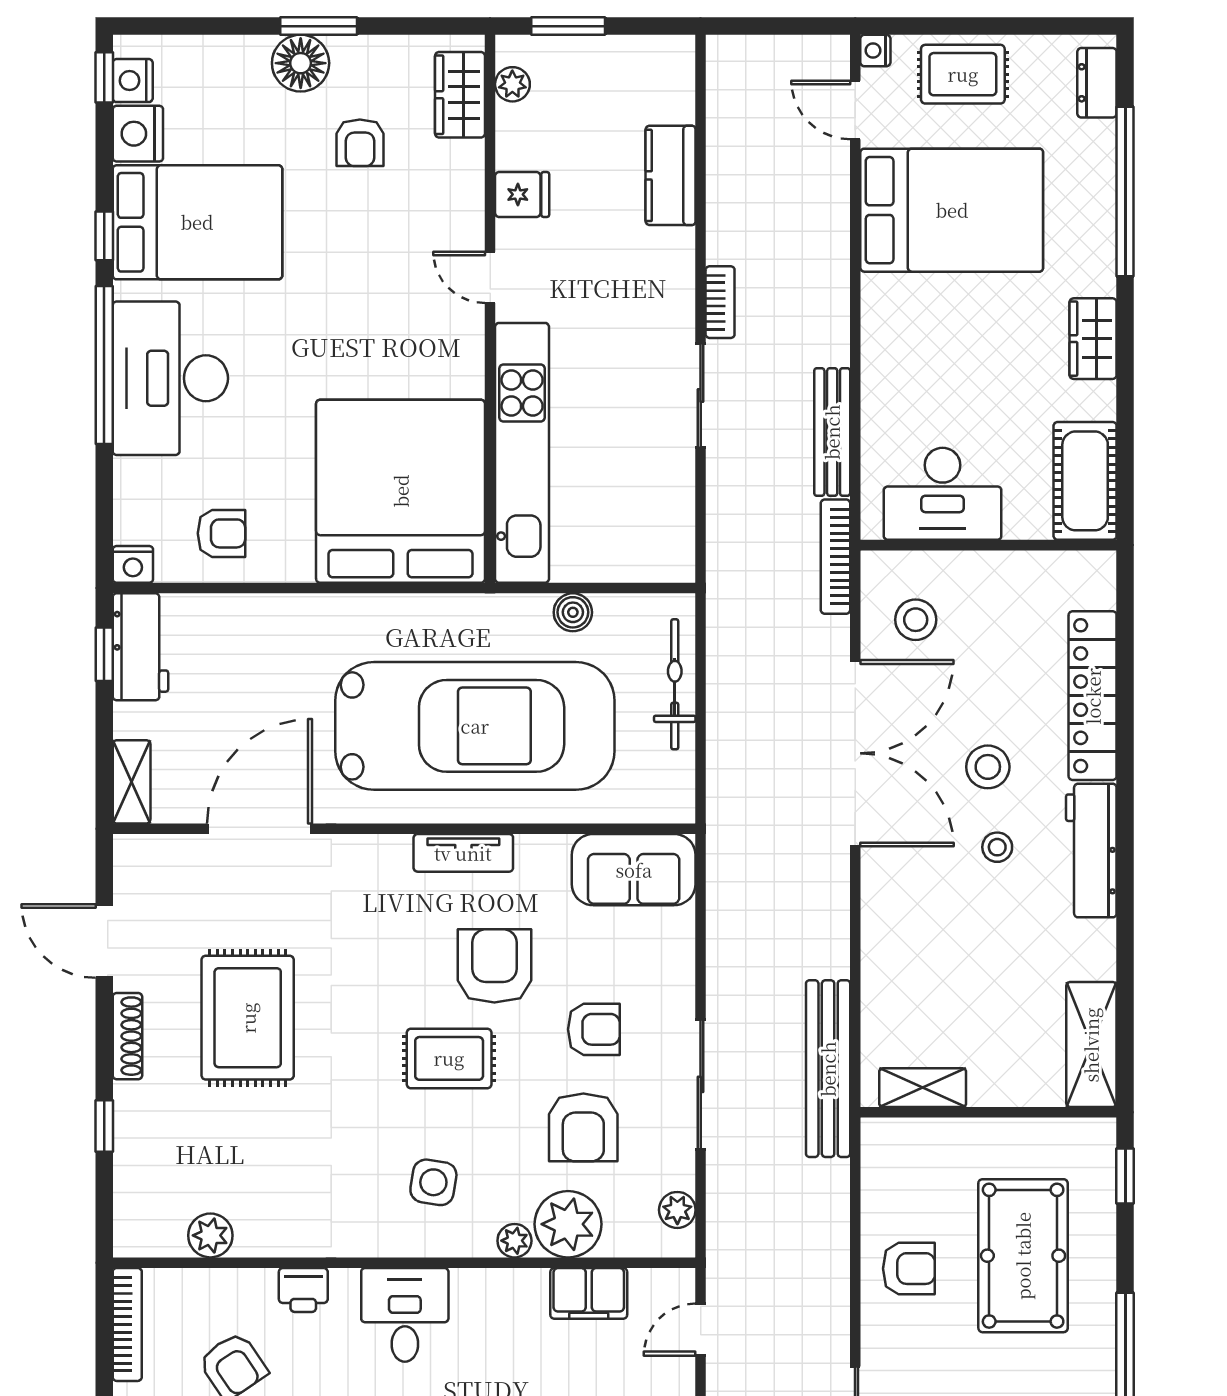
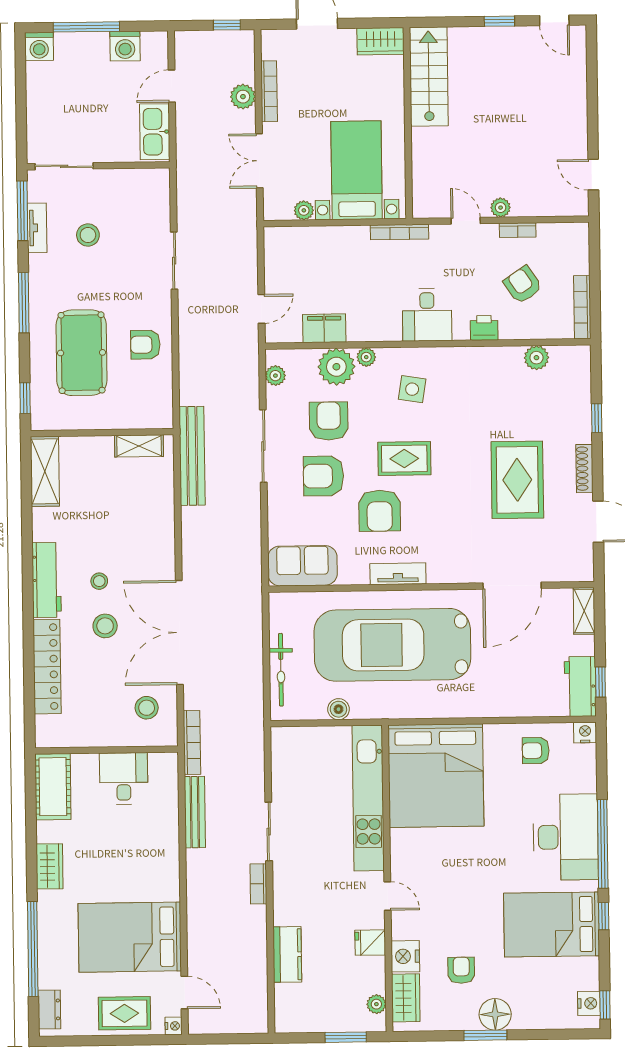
nightstand: (138, 134) -> (405, 956), moved, turned 180
desk: (943, 494) -> (124, 779), width x0.73
armchair: (594, 1029) -> (323, 476), width x1.38, depth x1.38

